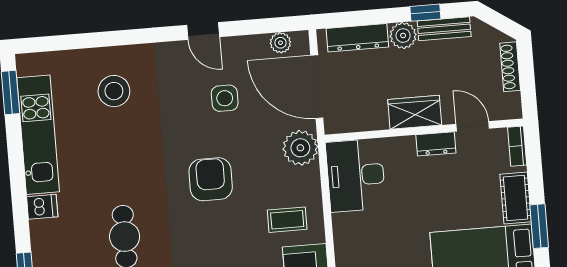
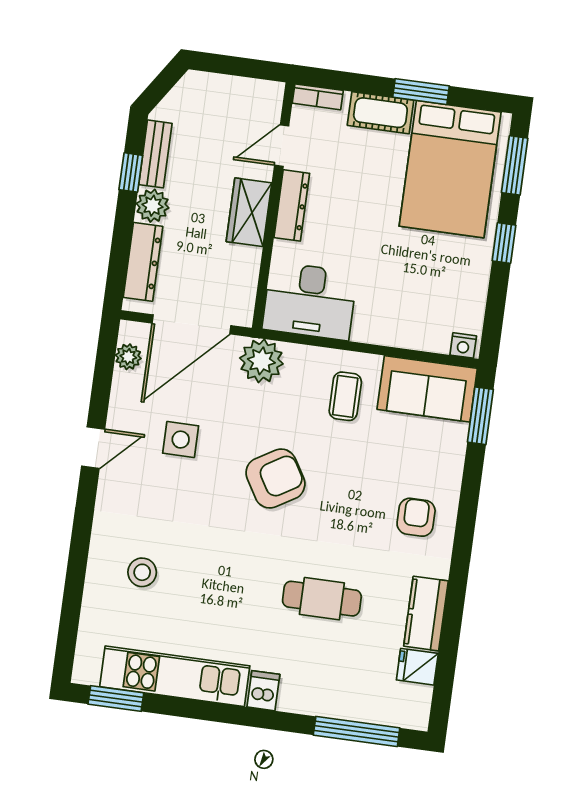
shoe rack: (510, 67) -> (219, 84), removed
stool: (114, 91) -> (142, 572), width x0.73, depth x0.73
dresser: (436, 144) -> (292, 205), width x1.44
armchair: (211, 179) -> (275, 479), turned 149

